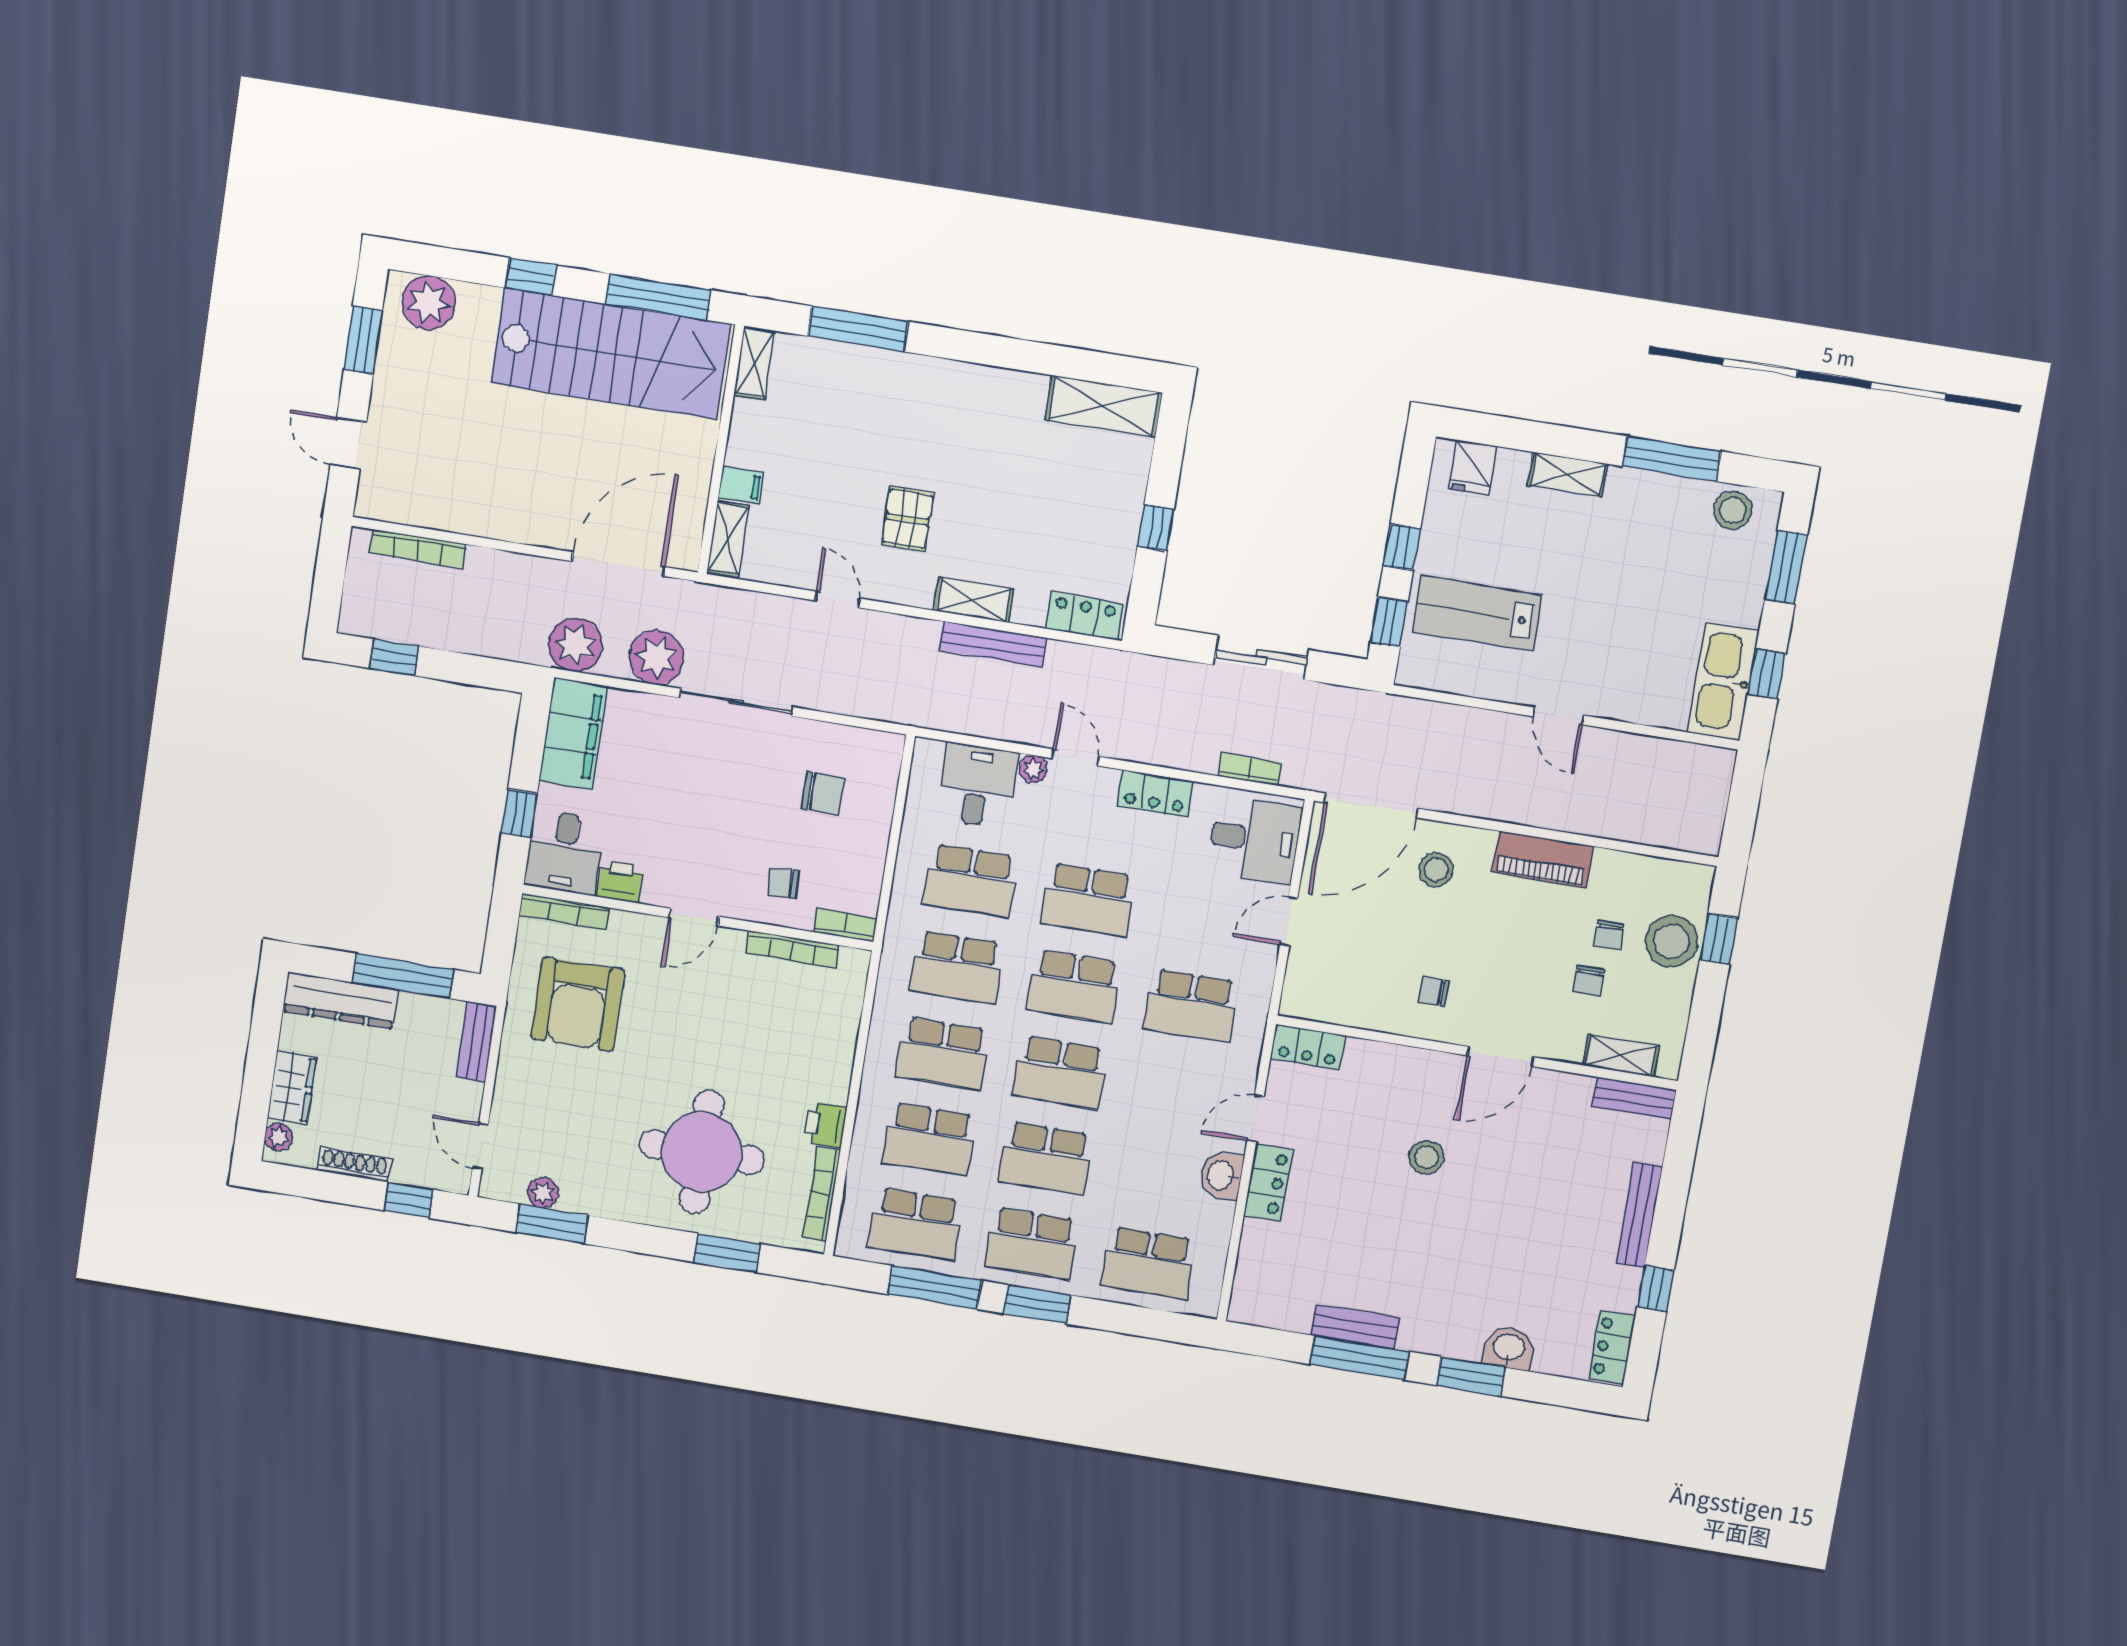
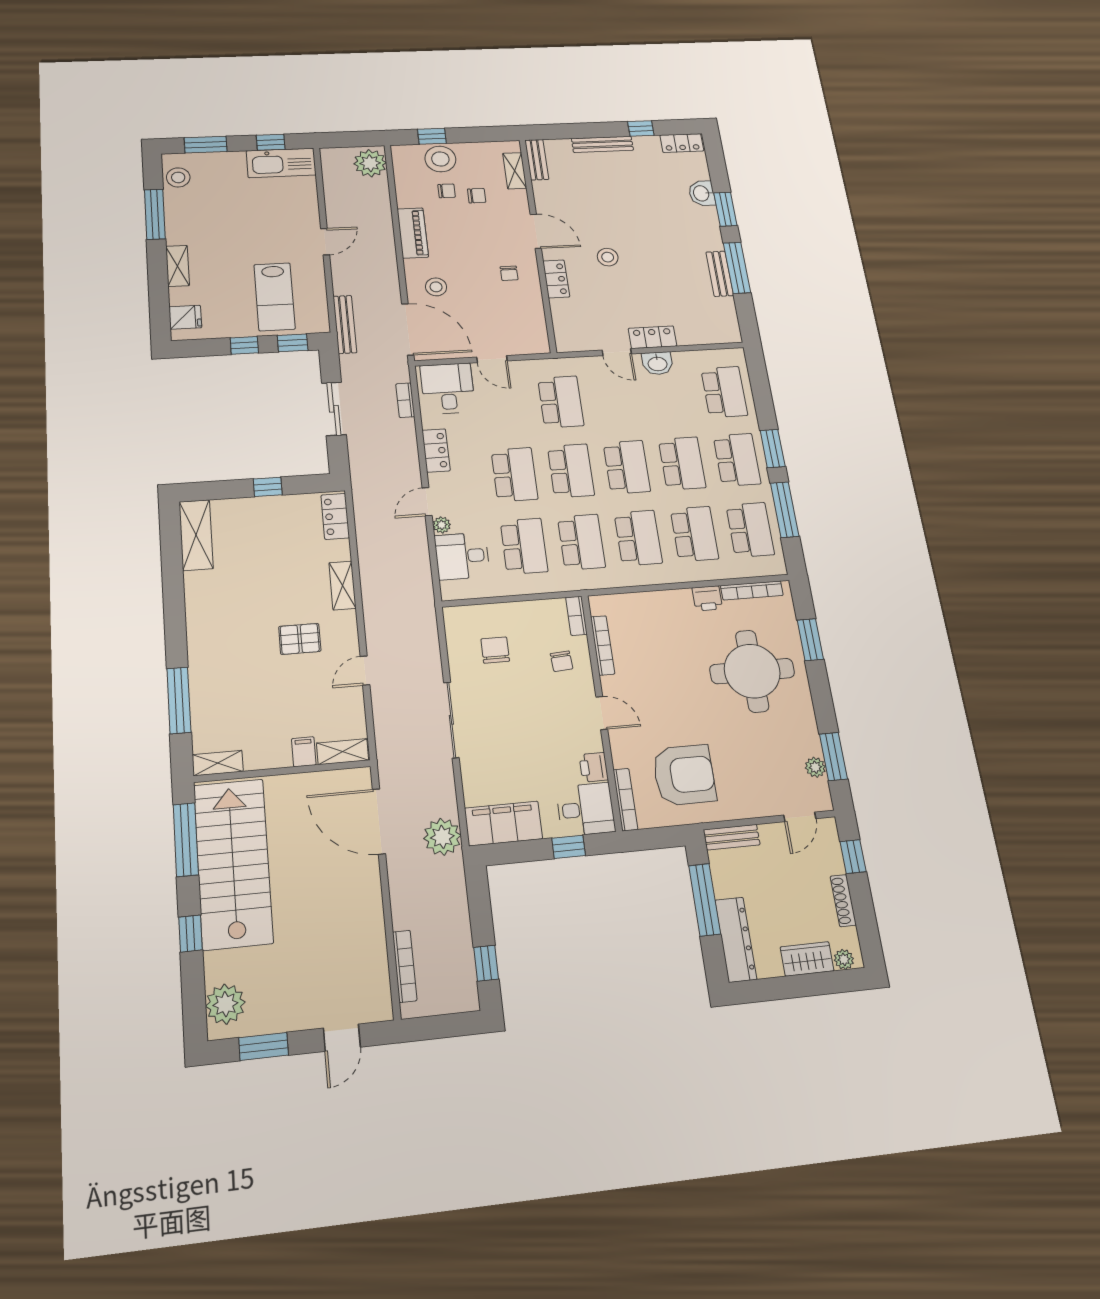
bench: (993, 644) -> (345, 324), moved
plant: (657, 658) -> (370, 163), moved
locker: (1308, 1047) -> (556, 279), moved

